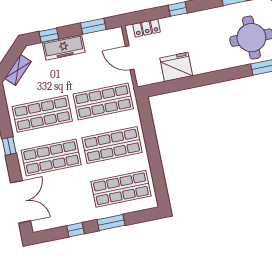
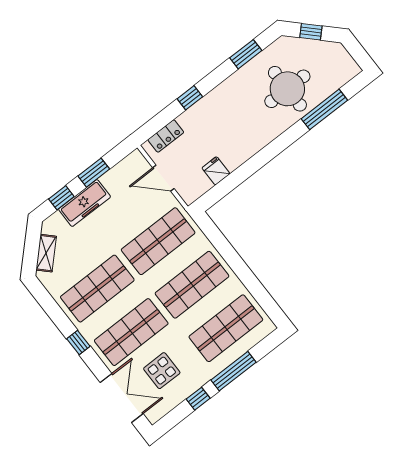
window: (93, 26) -> (94, 173), moved
fridge: (176, 67) -> (216, 171), width x0.53, depth x0.75
display table: (59, 196) -> (162, 371), added
window: (111, 223) -> (234, 371), width x1.44

